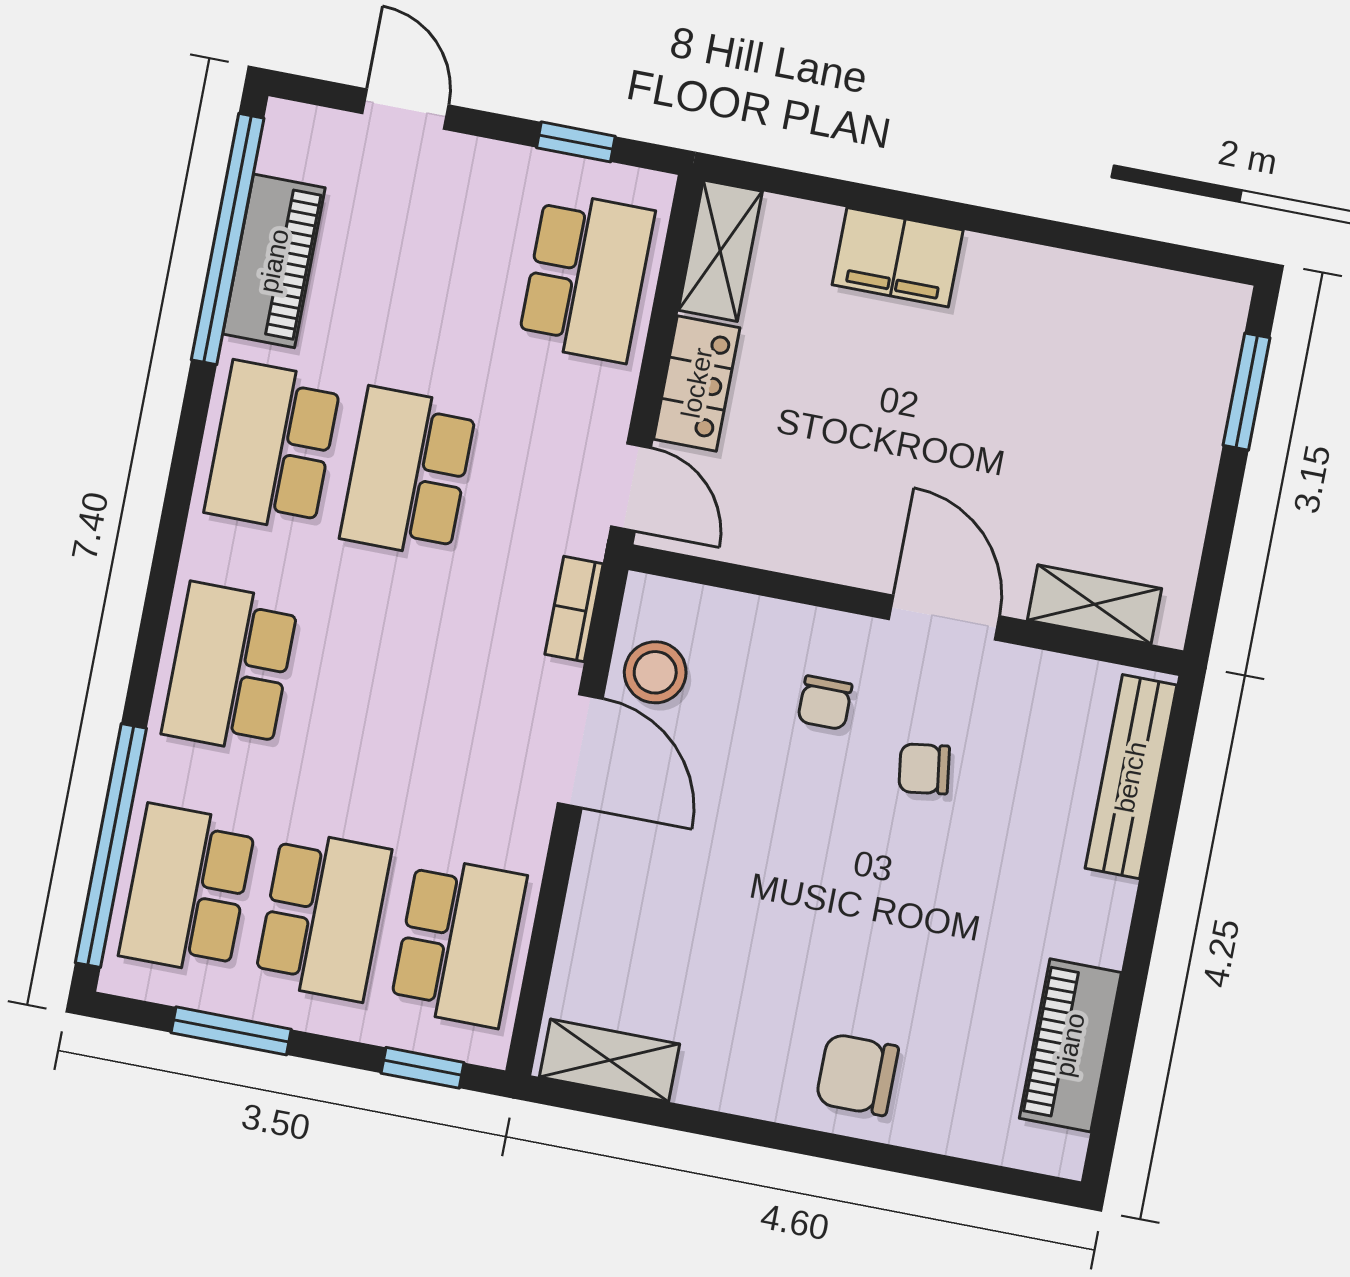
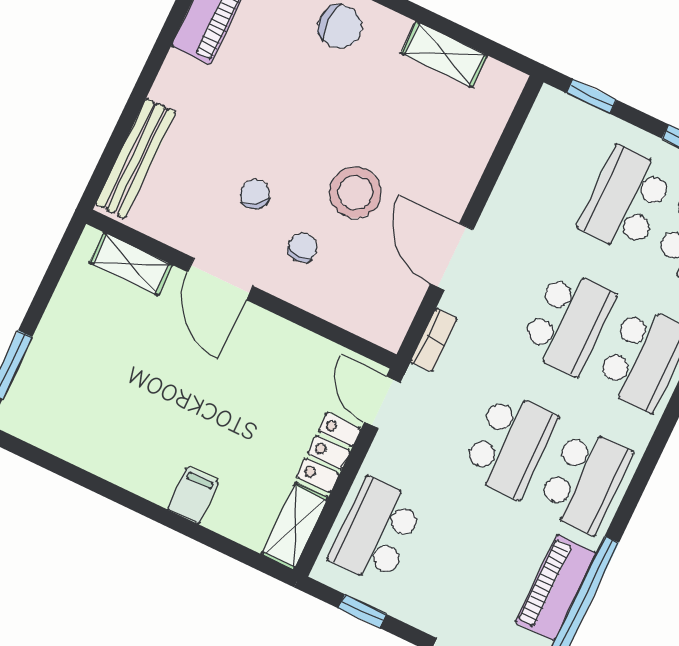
filing cabinet: (898, 257) -> (193, 495), width x0.50
stool: (655, 672) -> (355, 193), moved, width x1.38, depth x1.38
chair: (924, 769) -> (255, 194), turned -115
school desk: (459, 942) -> (568, 322), moved, turned 180
shelving: (610, 1060) -> (444, 54), moved

